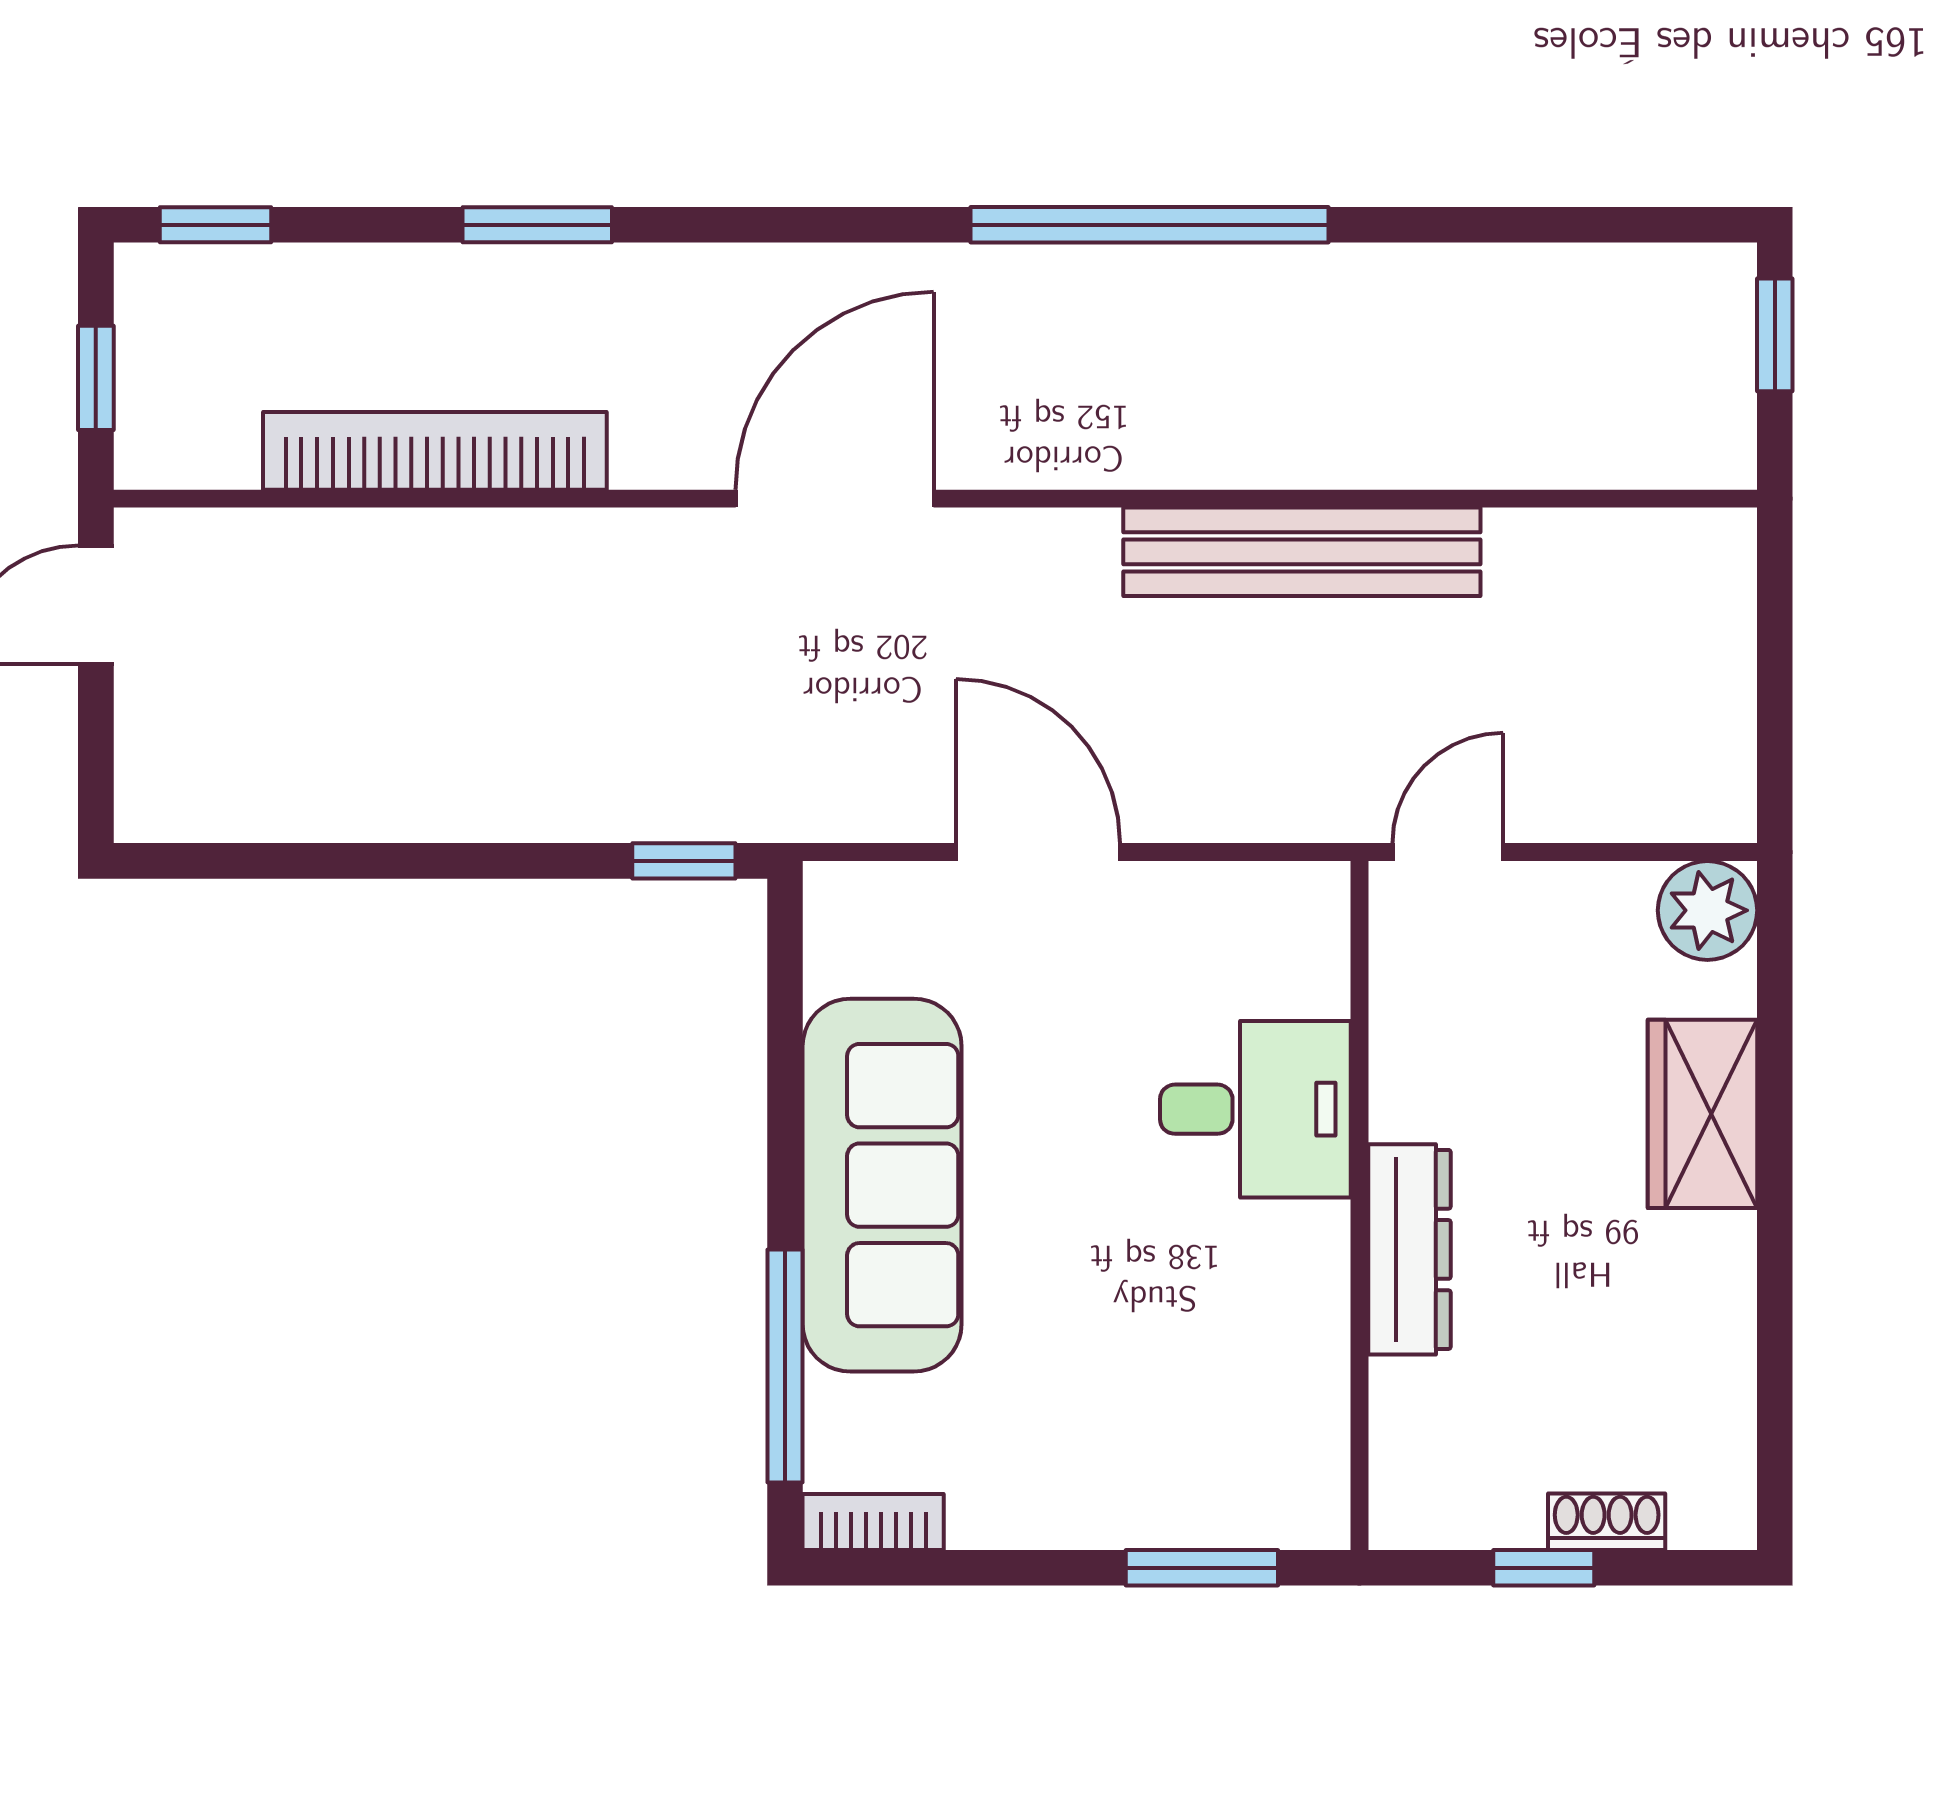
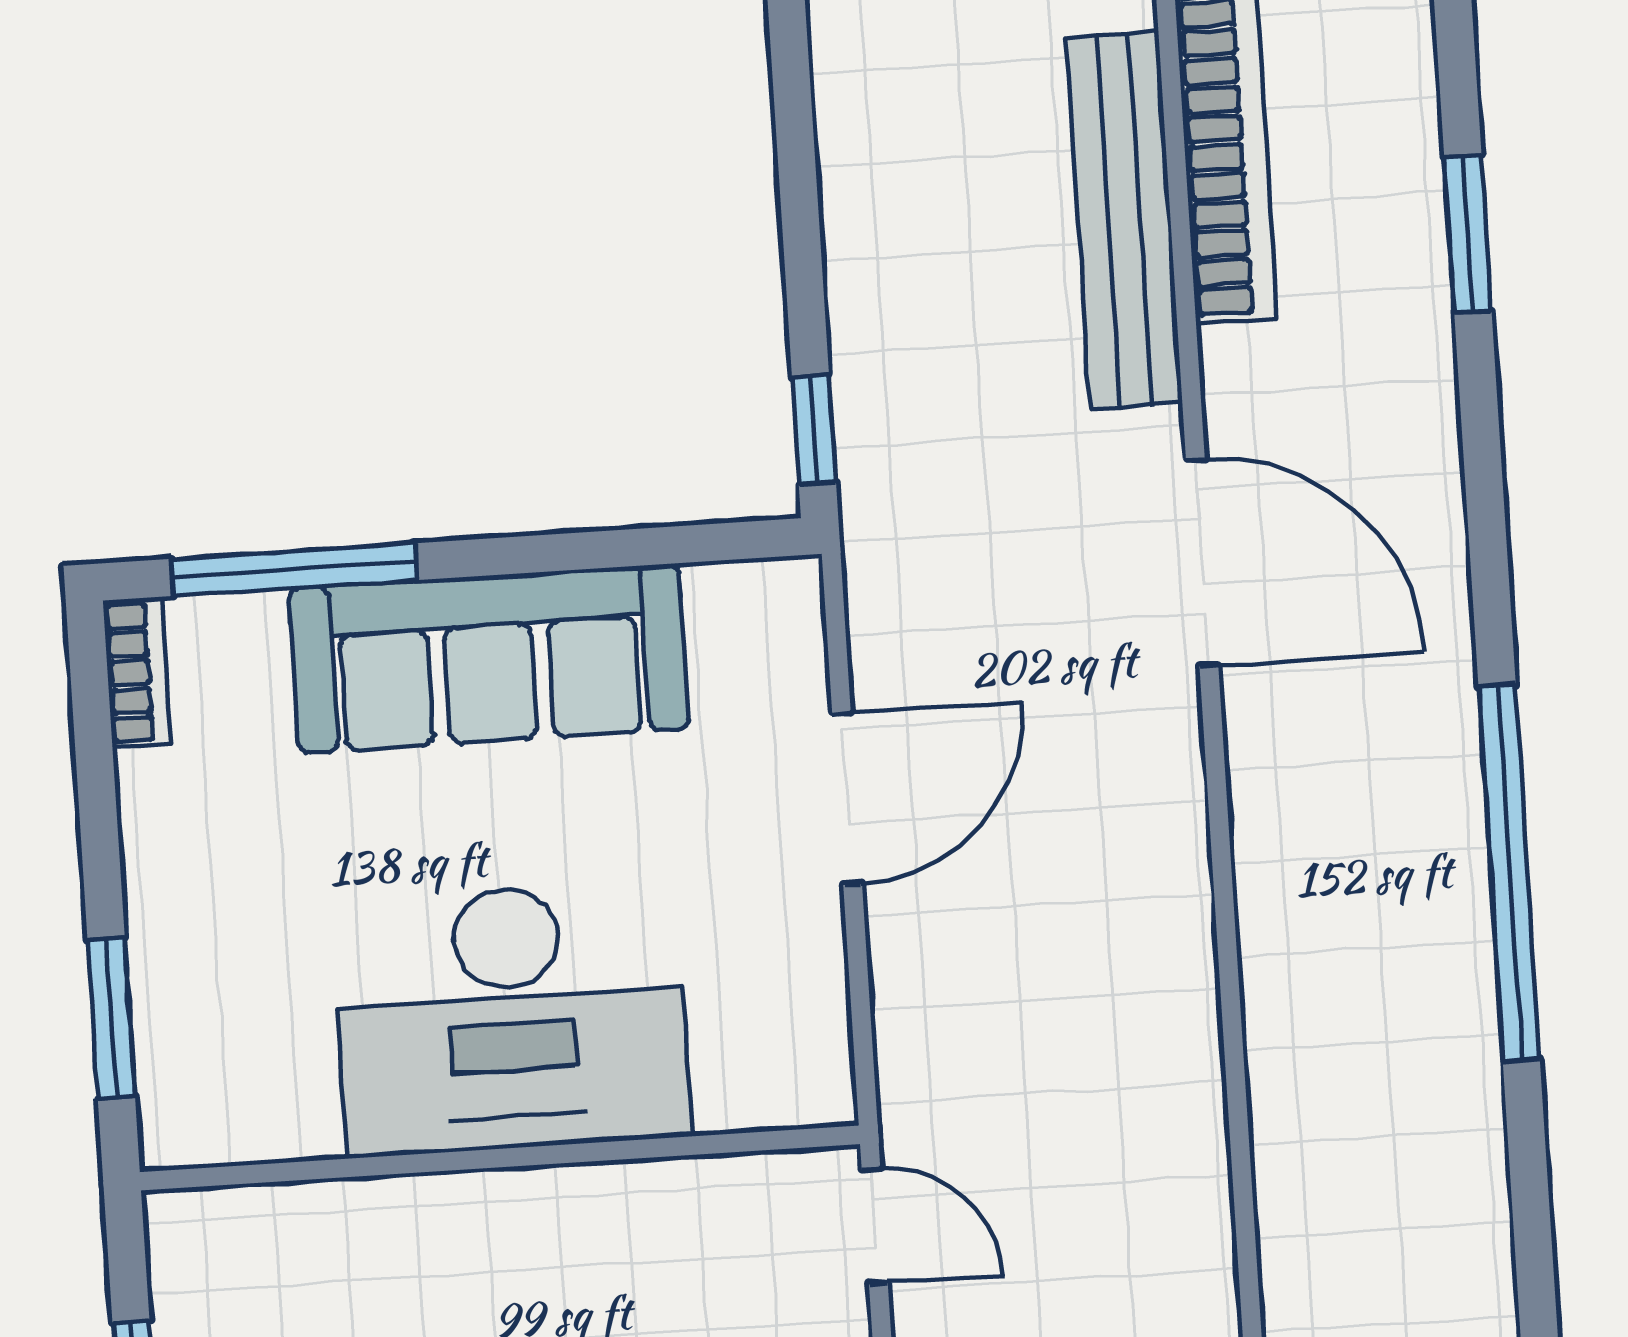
bench: (1302, 552) -> (1124, 220), moved
desk: (1255, 1109) -> (511, 1018), width x1.87, depth x1.30
dresser: (1409, 1249) -> (457, 1213), removed

